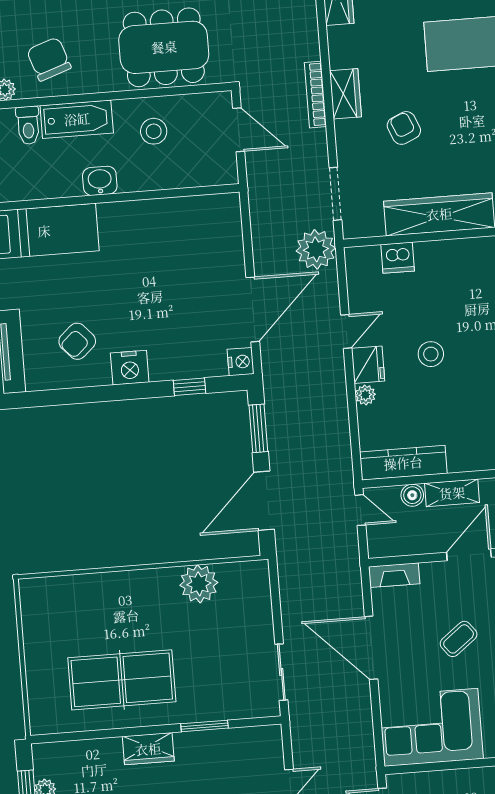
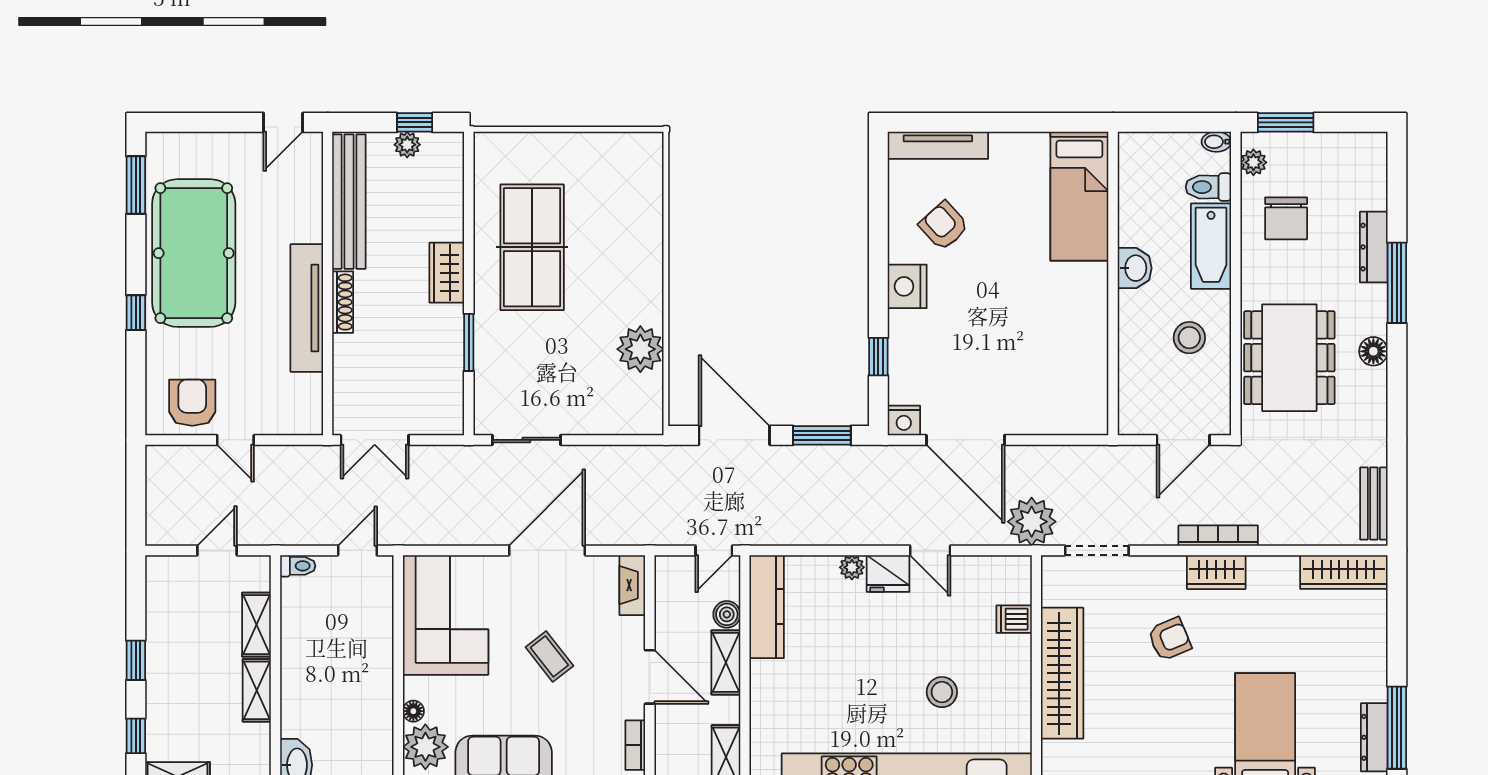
chair: (49, 59) -> (1286, 218), turned 109
dishwasher: (398, 258) -> (1014, 619), width x0.73
stool: (431, 354) -> (942, 692), moved

